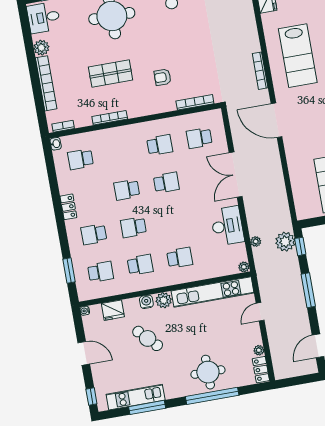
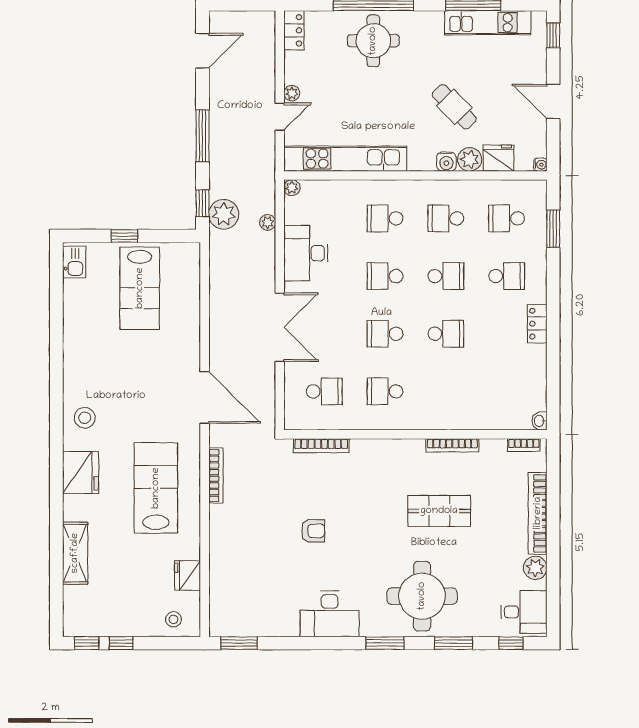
armchair: (163, 77) -> (313, 531), moved
school desk: (80, 159) -> (385, 276), moved, turned 180
plant: (164, 300) -> (470, 159), moved
plant: (259, 350) -> (292, 93), moved

